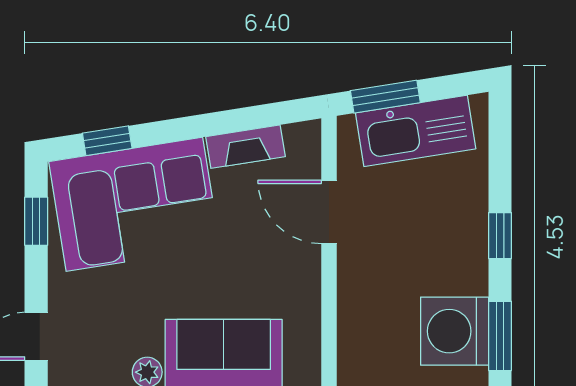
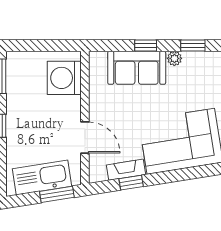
window: (107, 141) -> (131, 183), moved
washing machine: (455, 331) -> (64, 78), moved, turned 180

